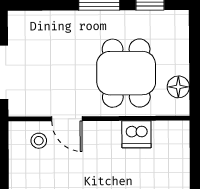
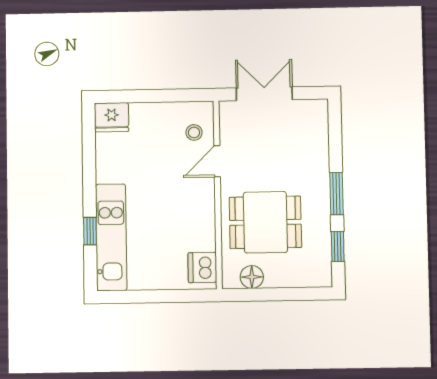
dishwasher: (136, 134) -> (202, 267), moved

